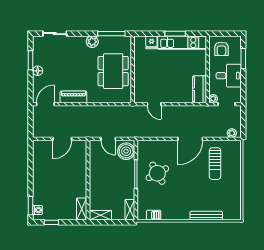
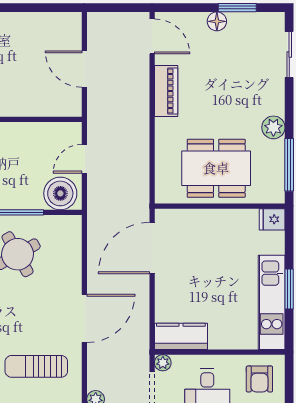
fridge: (151, 42) -> (272, 219), moved
armchair: (221, 49) -> (259, 379), turned -90
door: (154, 104) -> (152, 248), width x1.87
door: (190, 139) -> (84, 318), swing flipped

